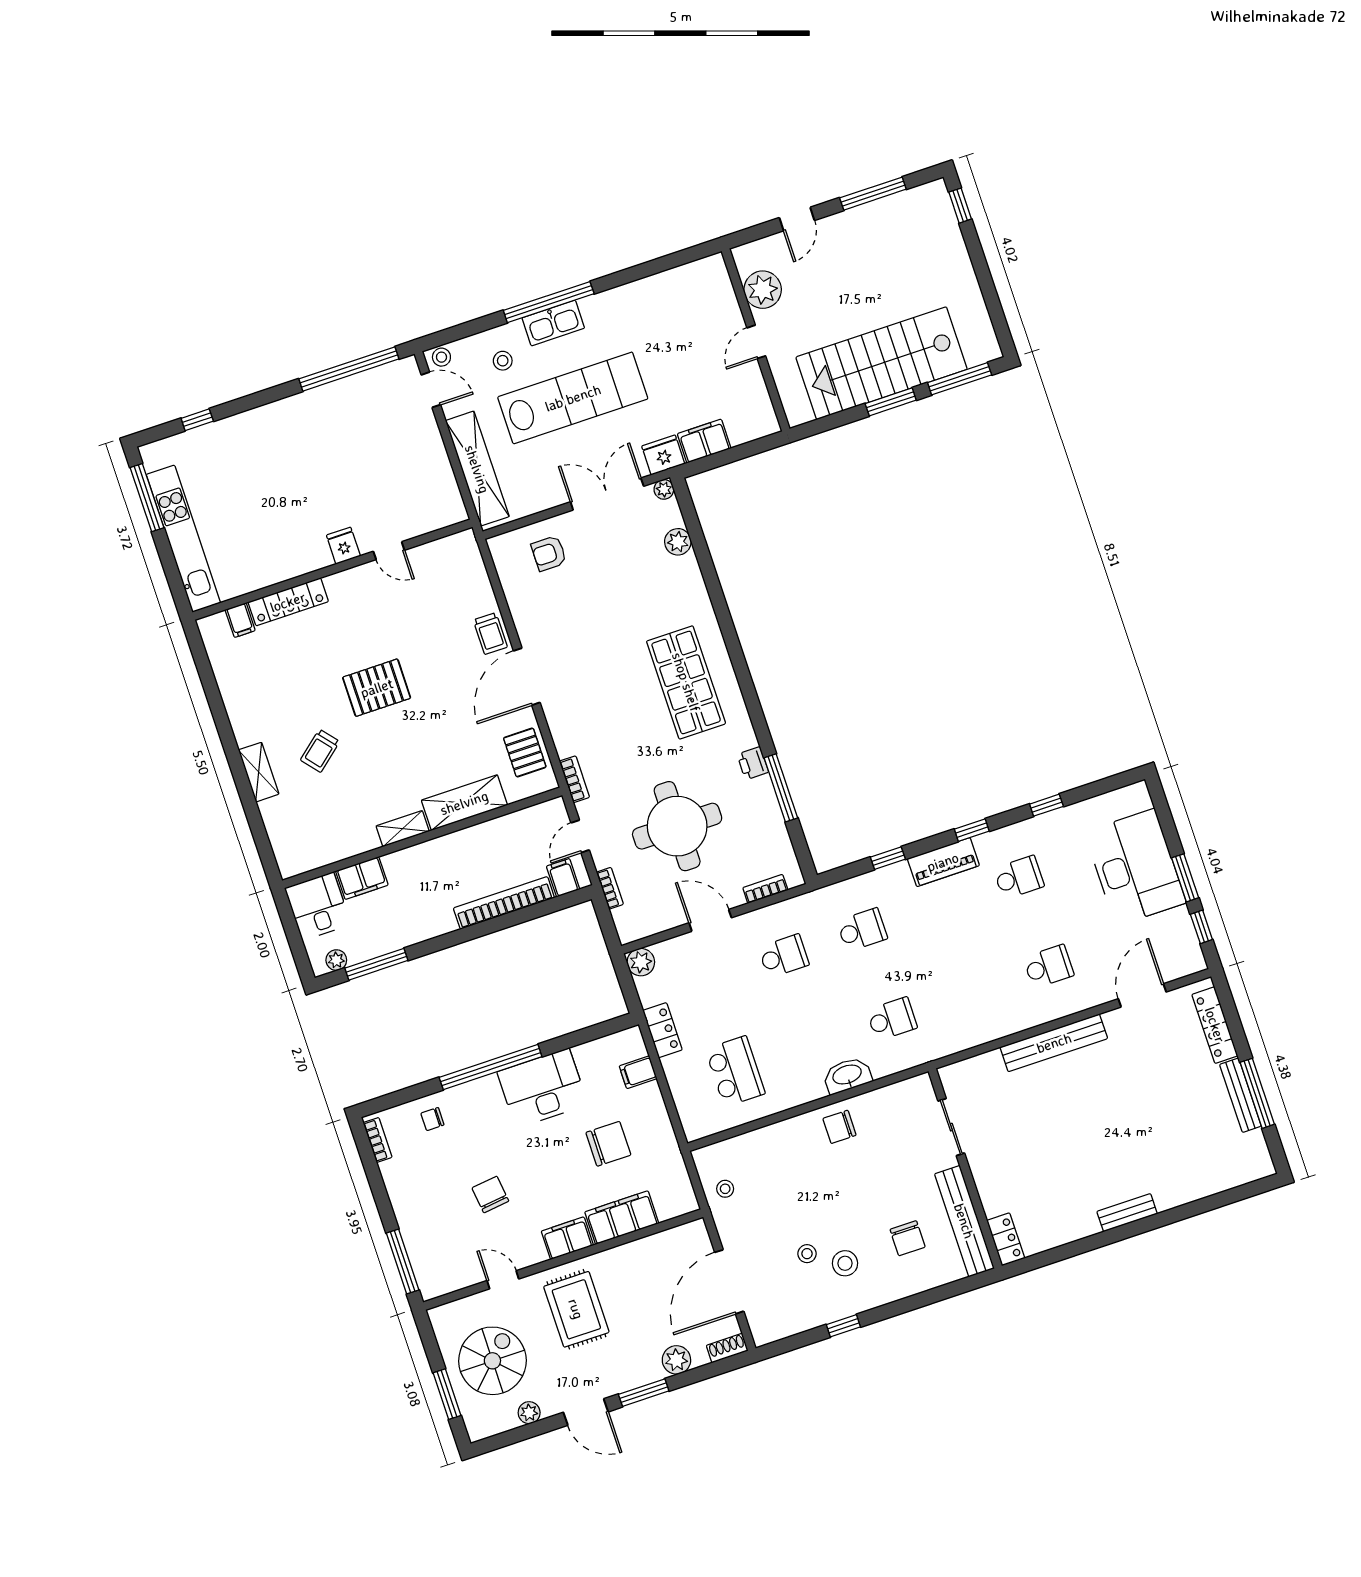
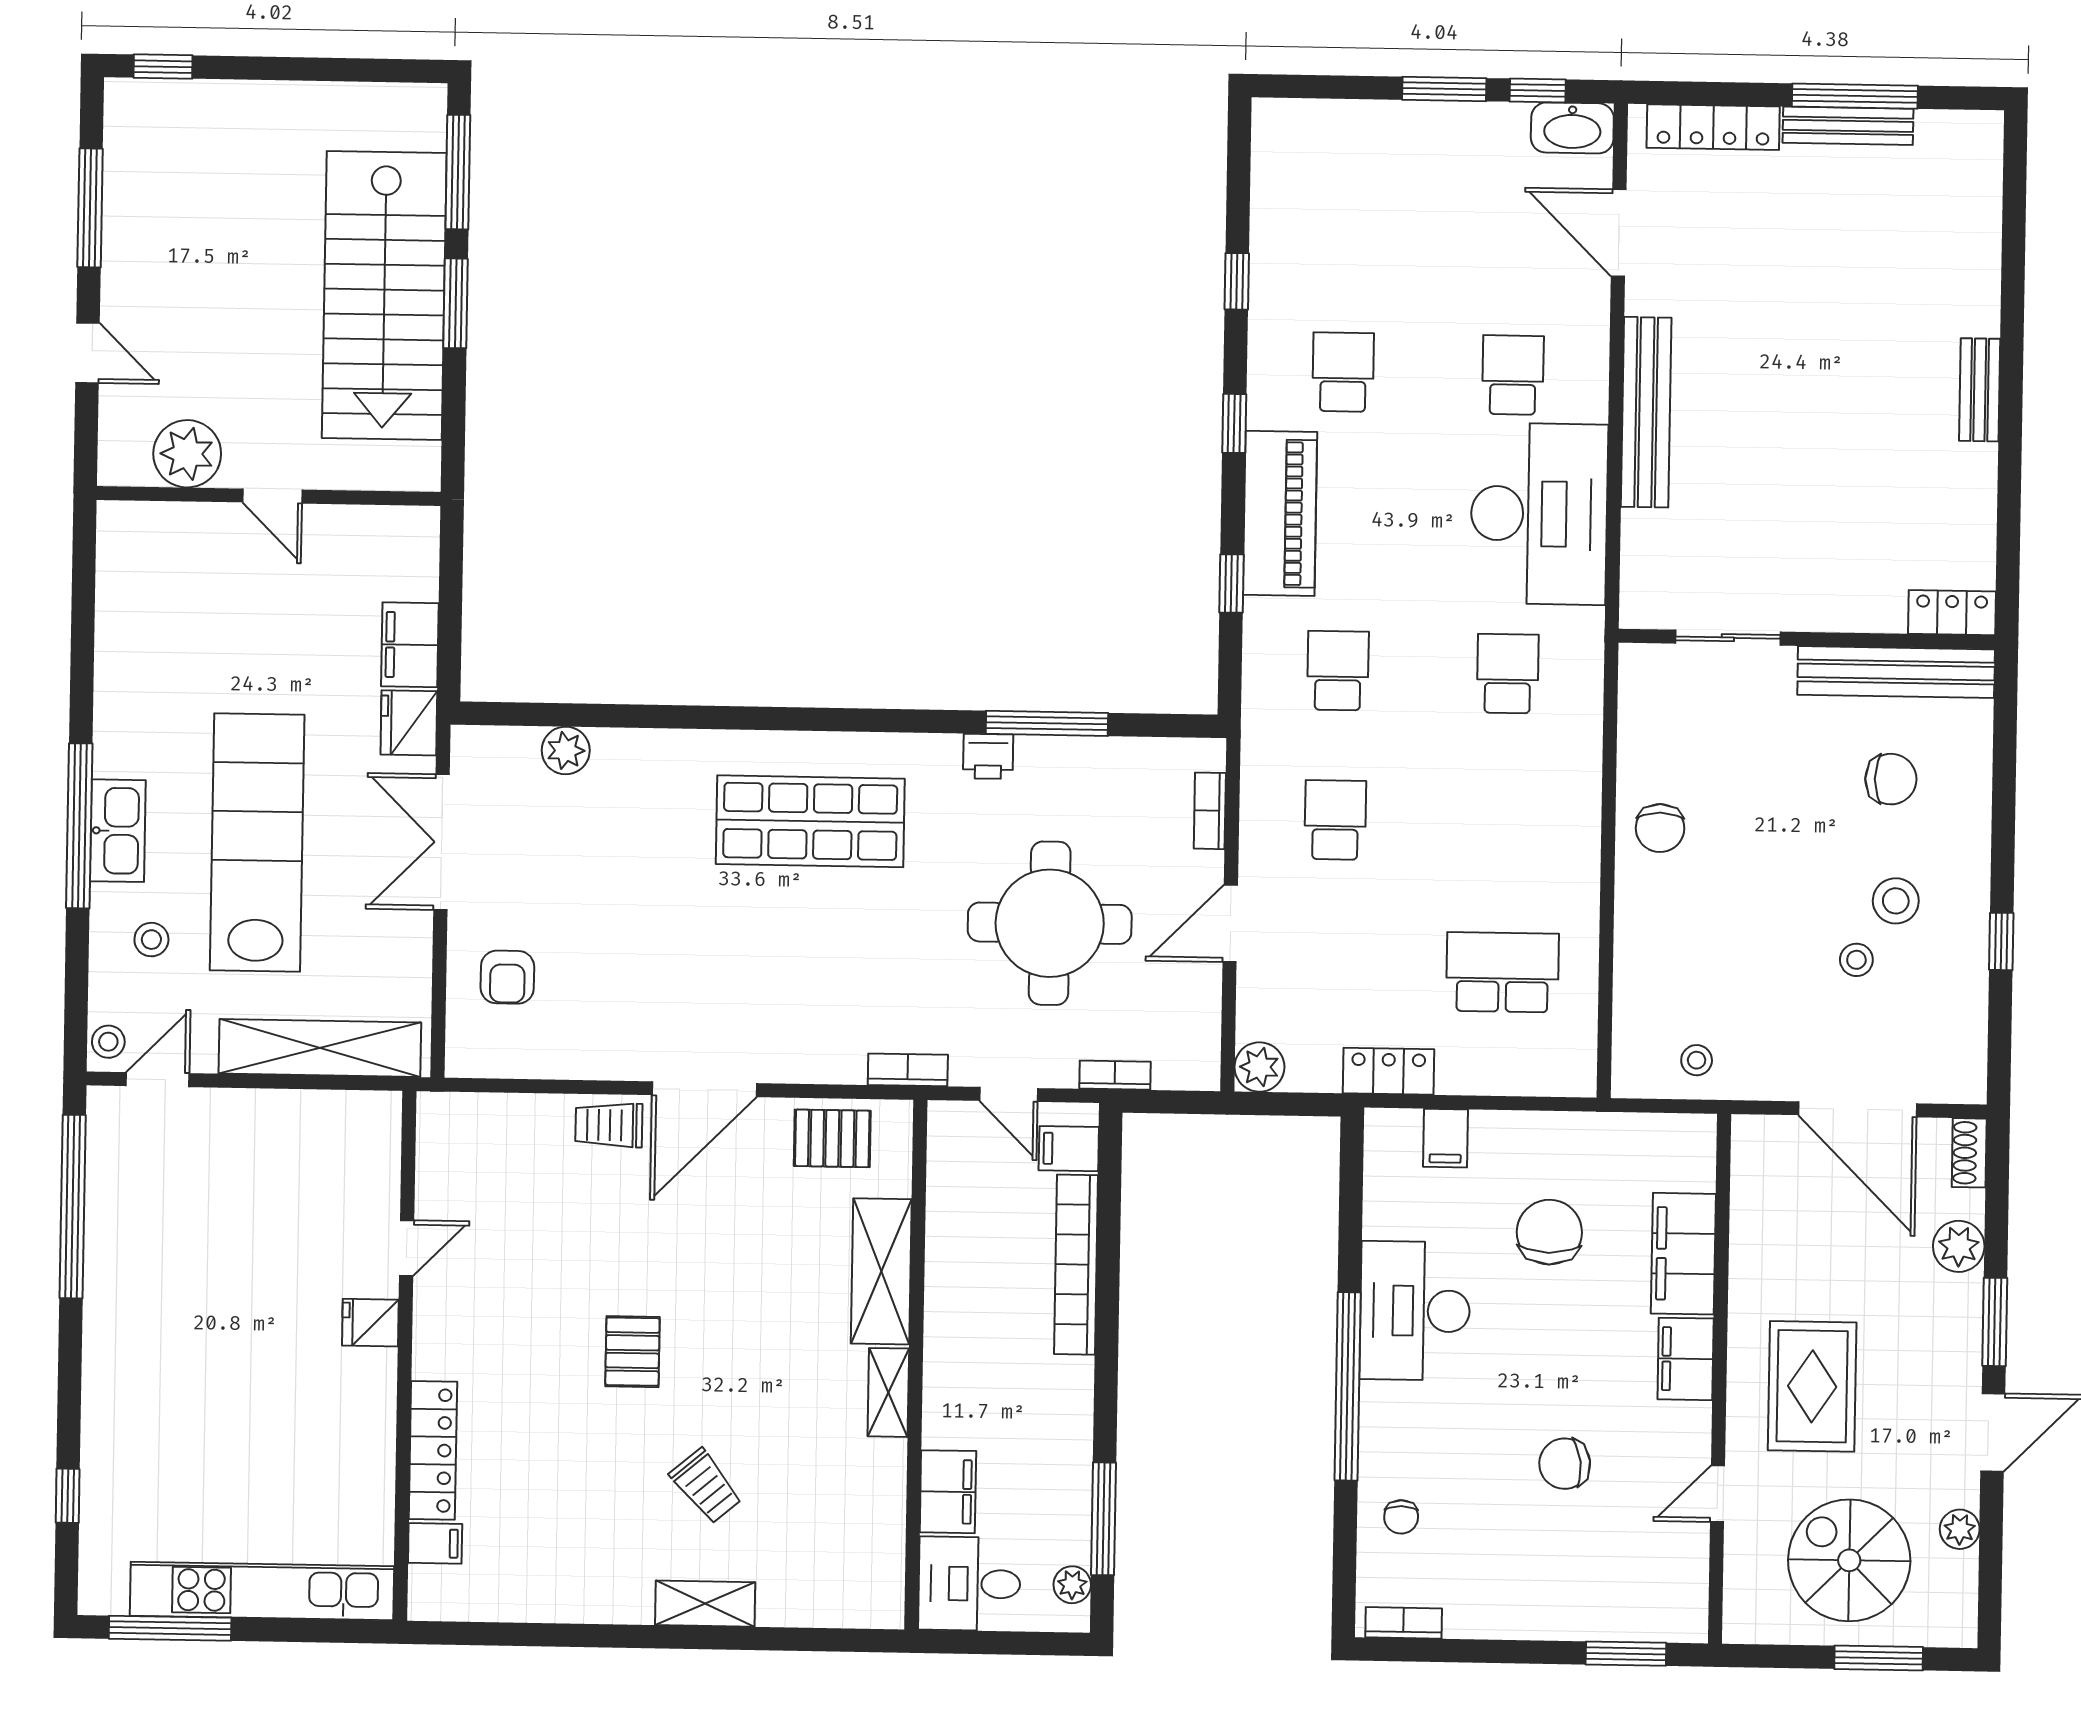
plant: (664, 489) -> (468, 743), removed
trolley: (490, 634) -> (609, 1125), turned 180
door: (527, 677) -> (704, 1089), hinge flipped
pallet: (377, 688) -> (632, 1352), width x0.67, depth x0.71
piano: (943, 862) -> (1280, 513), width x1.37, depth x1.33
desk: (1135, 867) -> (1539, 514), moved, turned 90
washbasin: (847, 1075) -> (1572, 128), moved, turned -90
window: (403, 1262) -> (1626, 1654), width x0.69
rug: (576, 1309) -> (1812, 1386), turned 90

